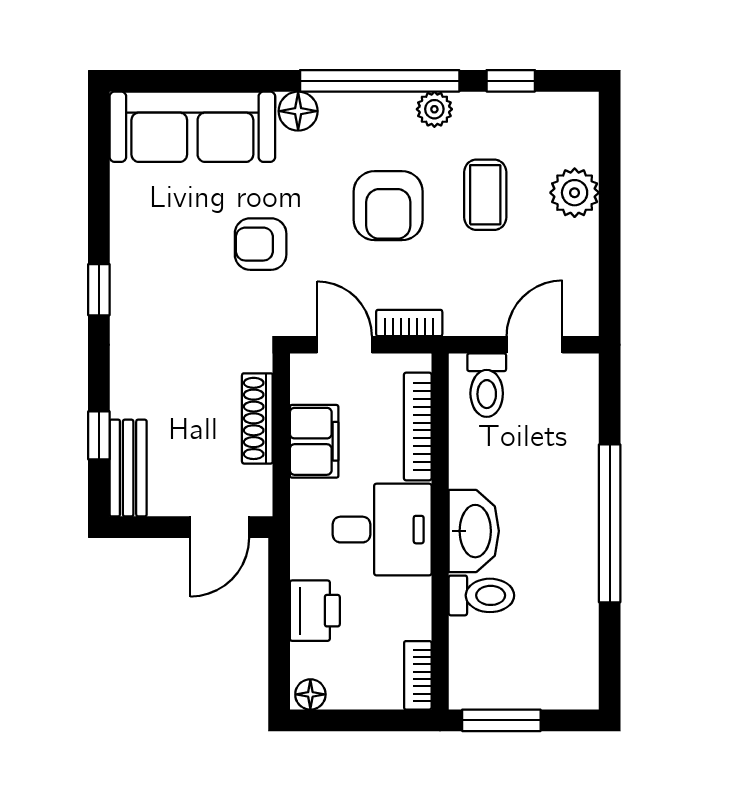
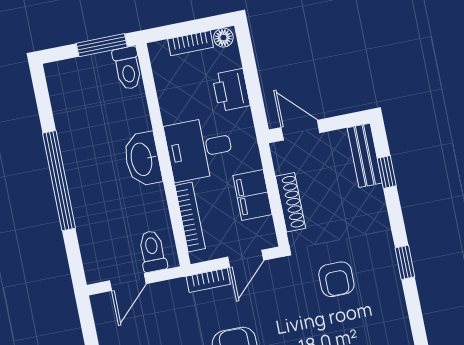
armchair: (261, 244) -> (336, 279), moved, turned 90
door: (344, 345) -> (246, 259), hinge flipped
door: (220, 527) -> (300, 130), hinge flipped
toilet: (481, 595) -> (128, 68), moved, turned -90
bookcase: (418, 675) -> (190, 43), moved, turned 90

